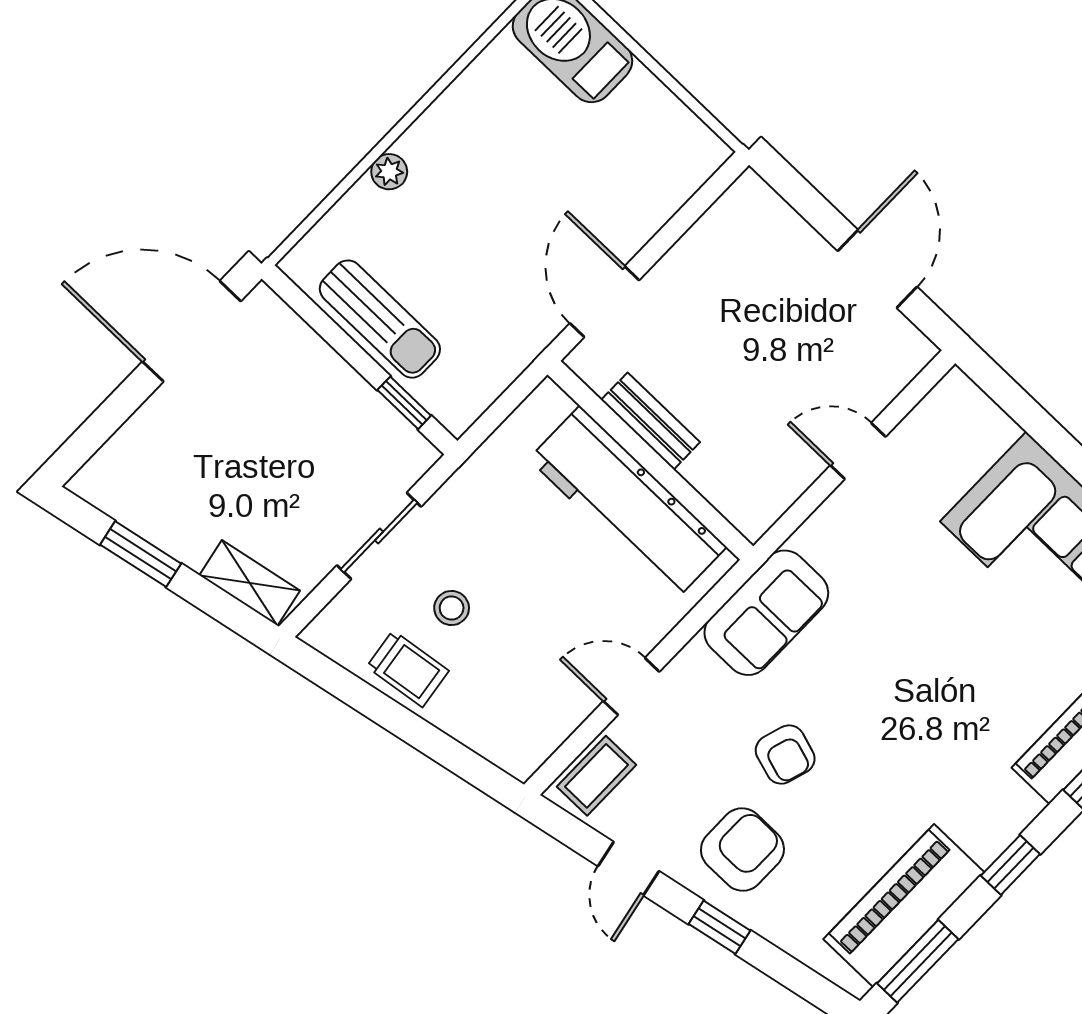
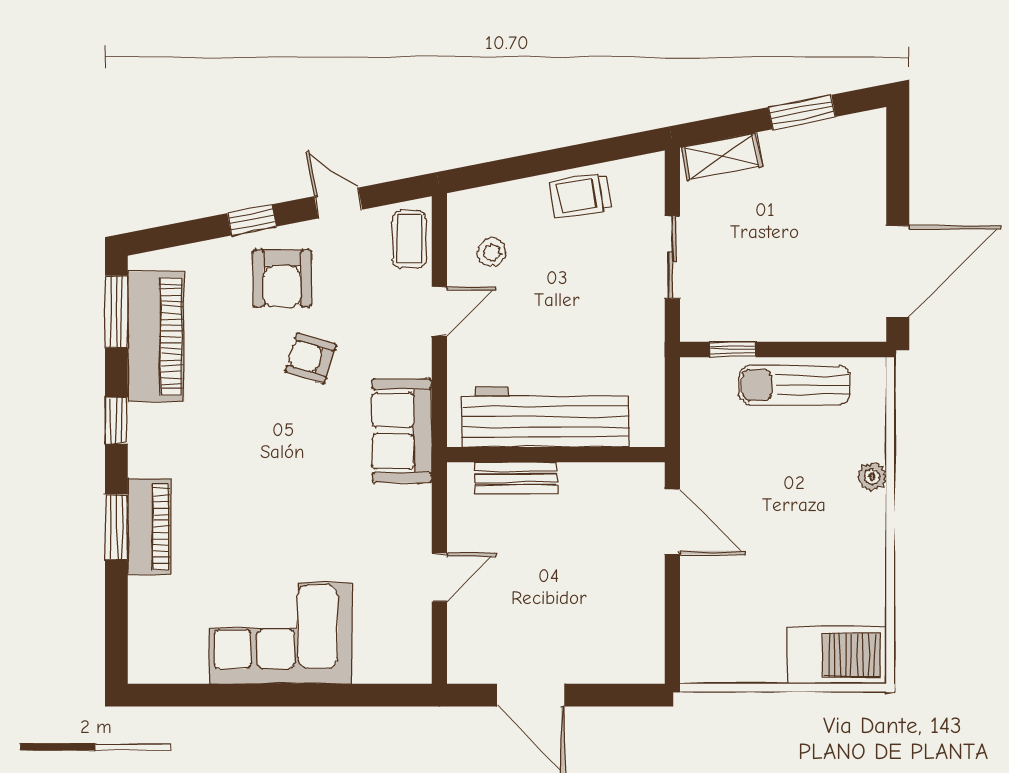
bench: (651, 421) -> (516, 478), moved
stool: (452, 608) -> (492, 252), moved

